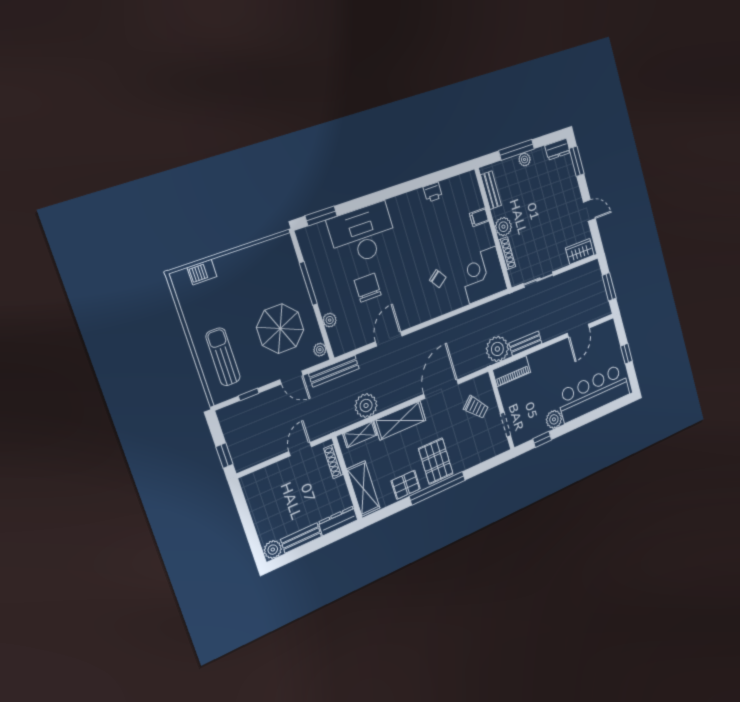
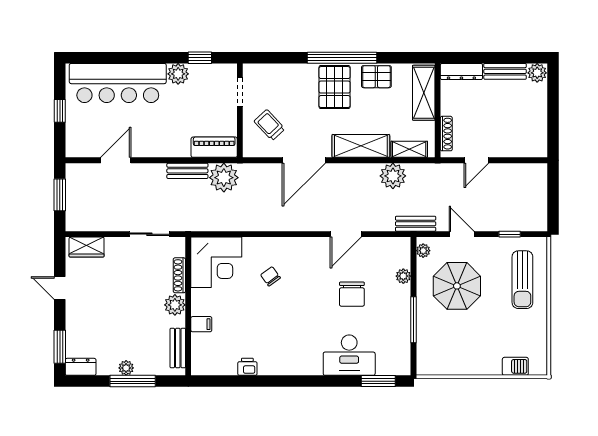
desk: (363, 234) -> (349, 355), width x0.73, depth x0.77
bench: (334, 371) -> (416, 224), width x0.73
window: (224, 456) -> (553, 185), removed

